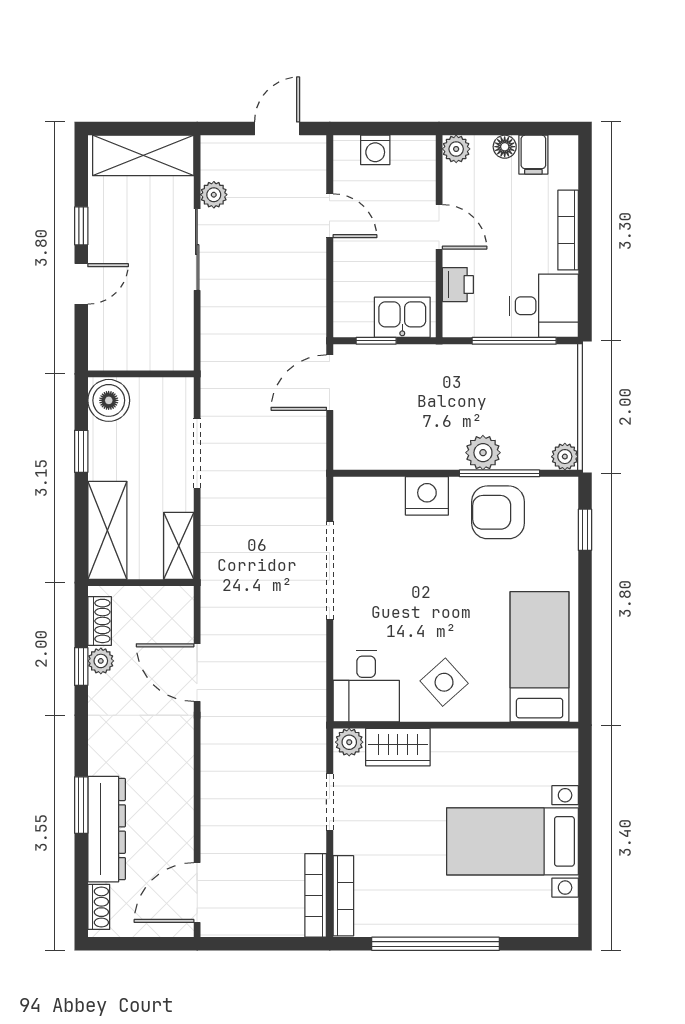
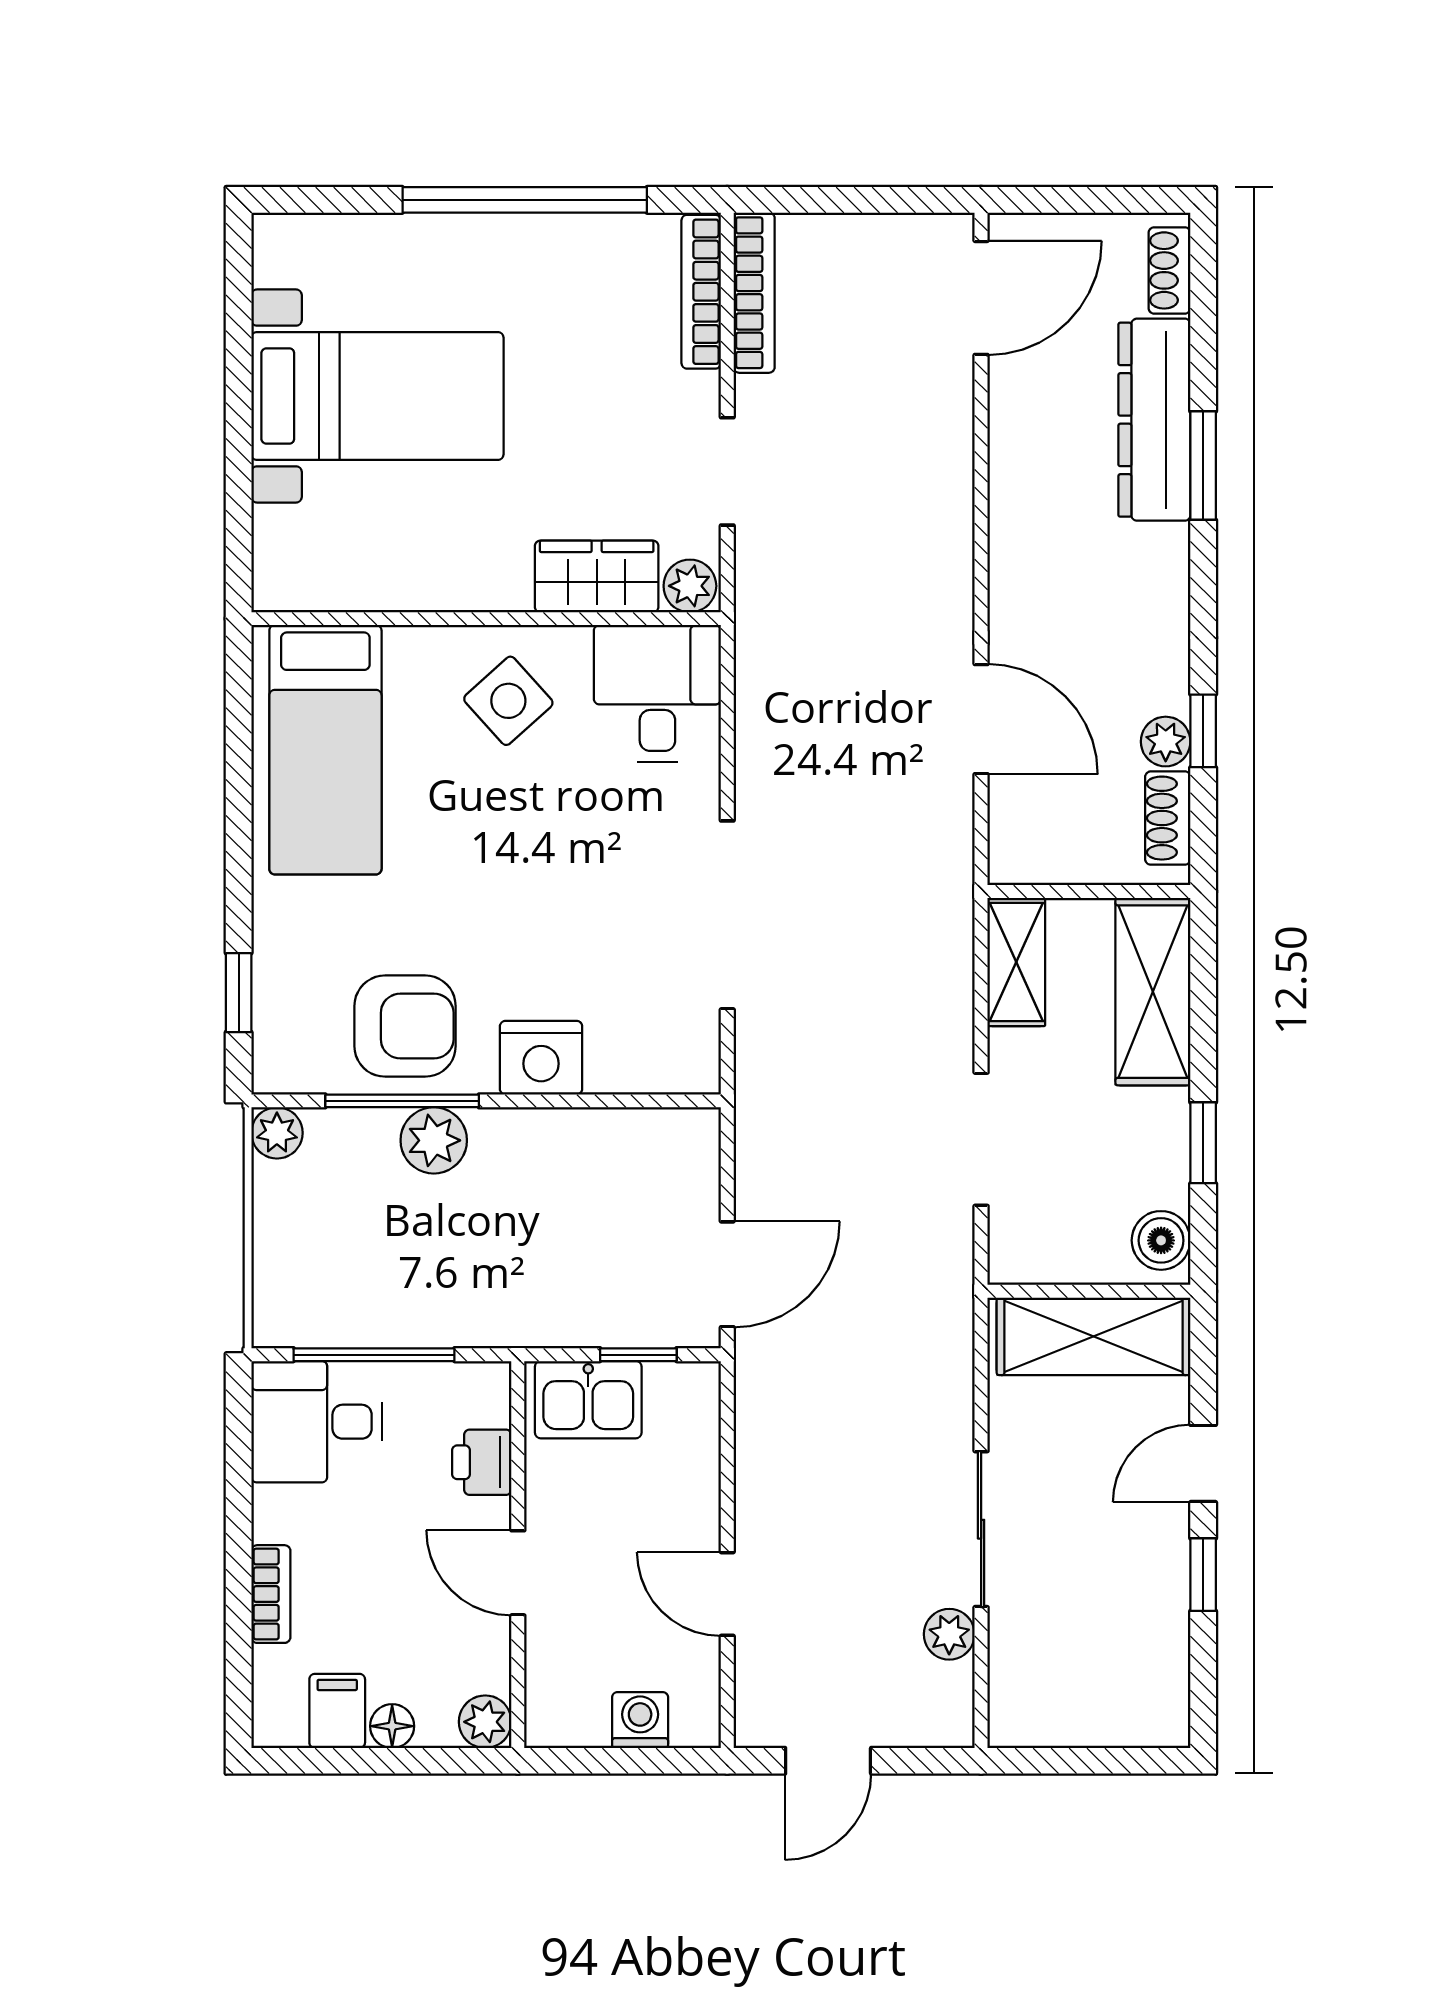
shelving: (143, 155) -> (1094, 1336), moved
bookcase: (568, 230) -> (271, 1594), width x0.64
boiler: (109, 400) -> (1161, 1240), width x0.73, depth x0.73

